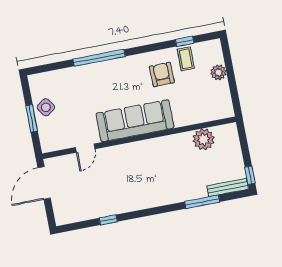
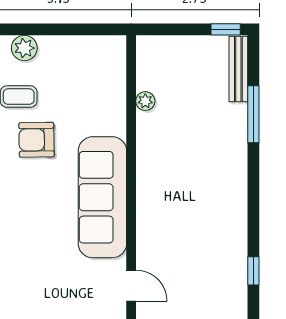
plant: (219, 72) -> (24, 48), moved
plant: (204, 139) -> (145, 101), width x0.53, depth x0.53

